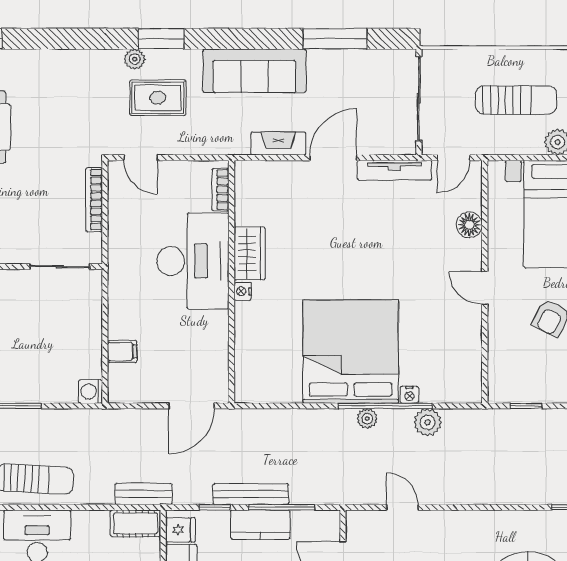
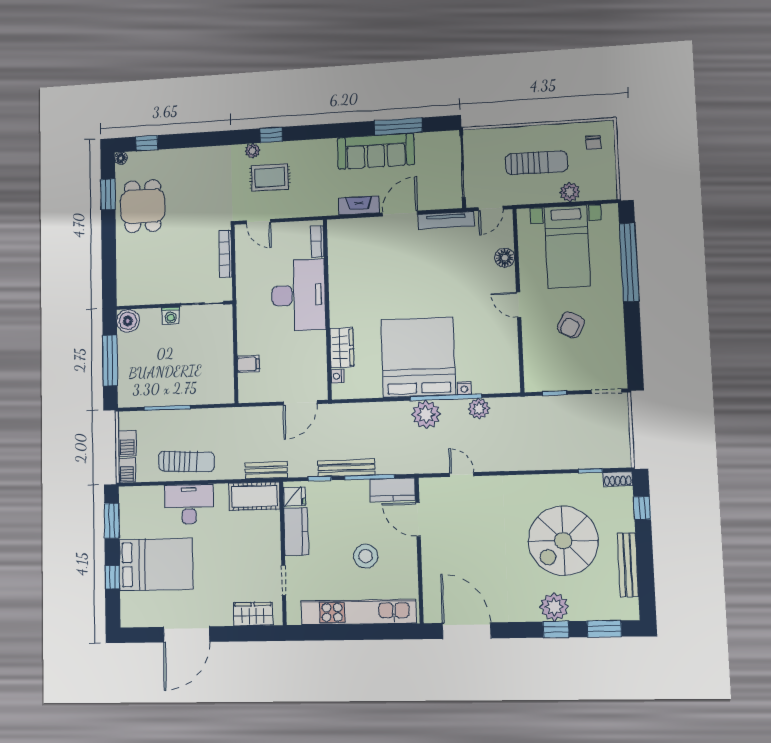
window: (161, 39) -> (271, 135), width x0.67
sofa: (254, 71) -> (376, 151), moved
wardrobe: (250, 253) -> (342, 348), moved
nightstand: (243, 291) -> (338, 376), moved
washing machine: (90, 392) -> (171, 316), moved, turned -90
plant: (367, 419) -> (426, 414), width x1.87, depth x1.87
cot: (136, 523) -> (254, 496), width x1.37, depth x1.34
kitchen counter: (260, 525) -> (392, 490), moved

